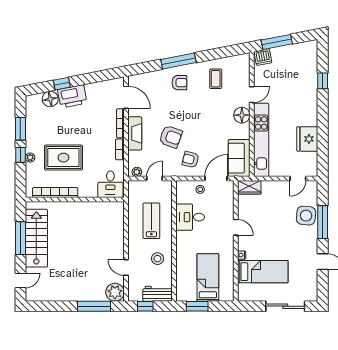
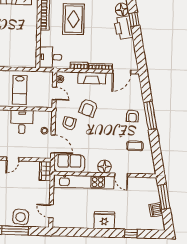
dishwasher: (263, 57) -> (156, 210), moved
fridge: (307, 139) -> (104, 220), moved
lab bench: (151, 221) -> (20, 90), turned 90

